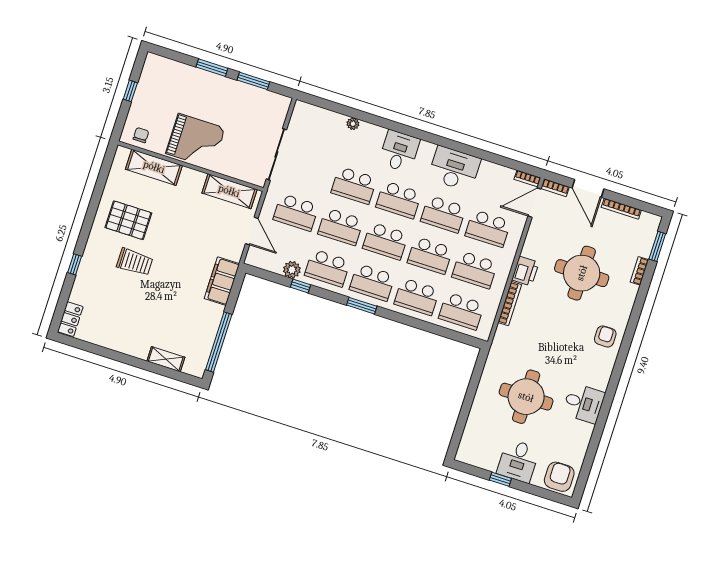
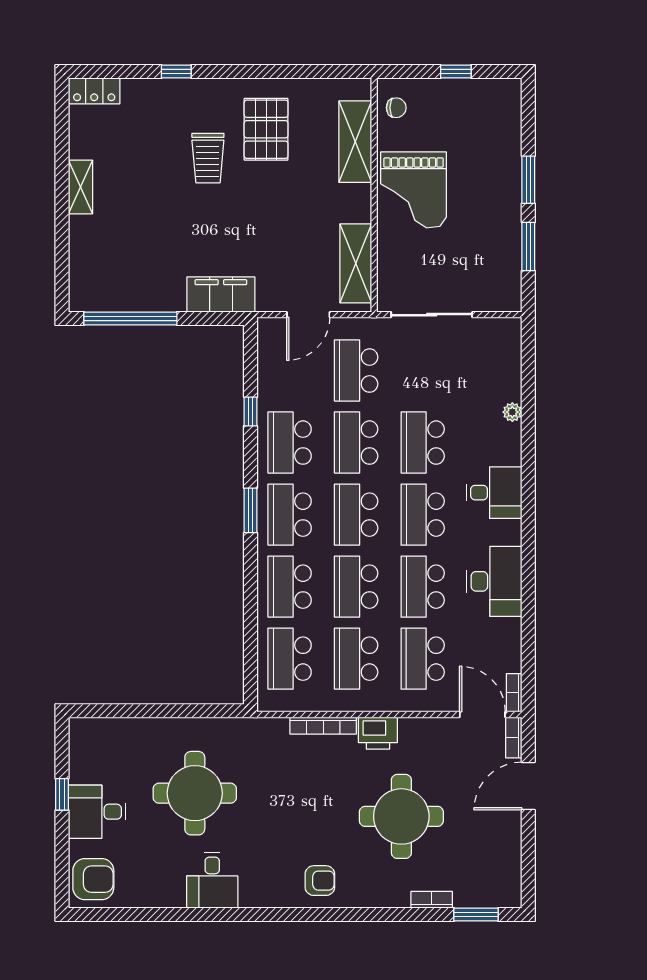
bookcase: (621, 209) -> (514, 844), removed
plant: (292, 270) -> (270, 391), removed
shelving: (166, 359) -> (81, 187), moved

